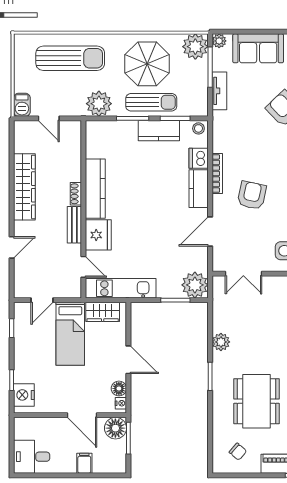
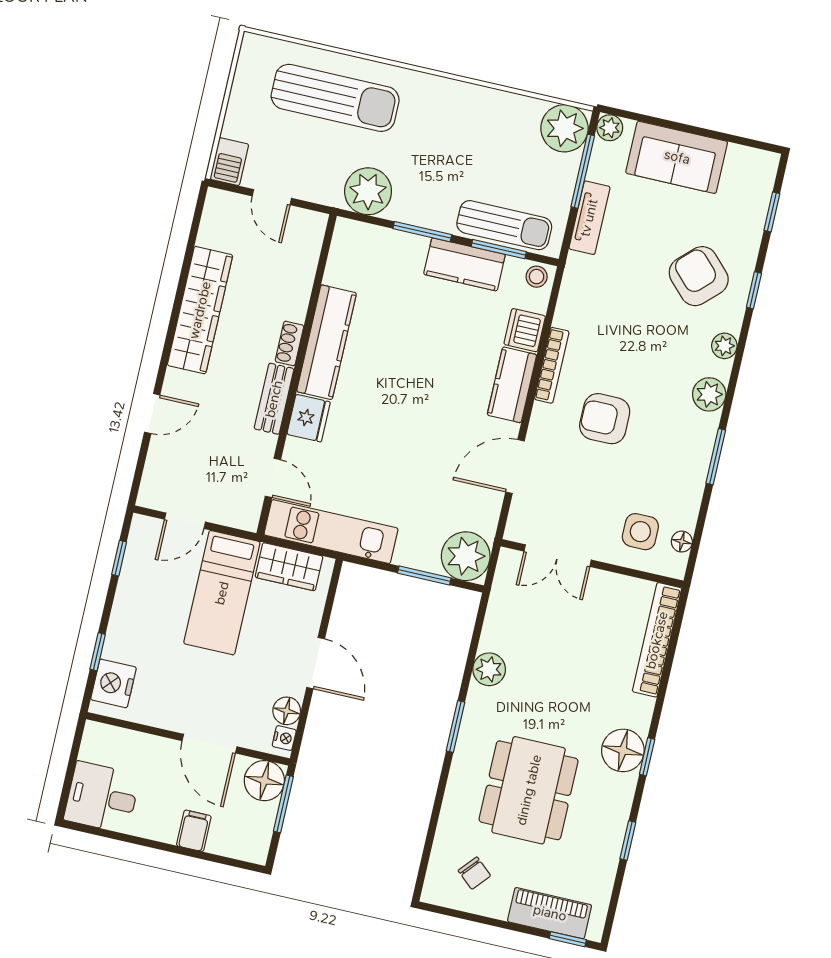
parasol: (147, 64) -> (471, 140), removed
sun lounger: (151, 102) -> (504, 225), moved
armchair: (252, 195) -> (605, 419), turned -102
fridge: (98, 235) -> (309, 418), width x0.73, depth x0.75

